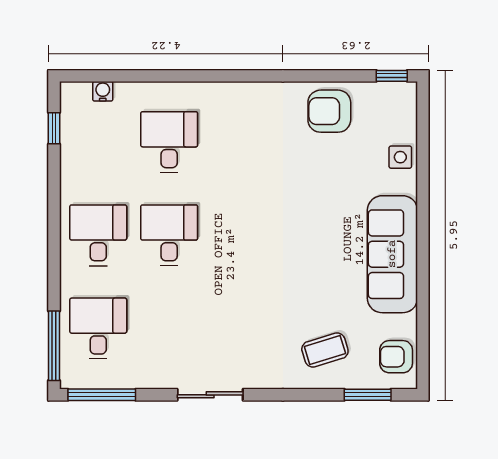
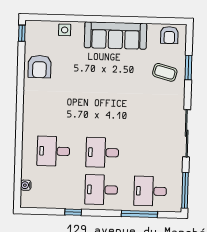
window: (54, 128) -> (73, 212), moved
window: (54, 346) -> (139, 214), moved
coffee table: (325, 350) -> (165, 72), turned -58
sliding door: (210, 395) -> (187, 133), width x1.37
window: (368, 395) -> (188, 68), moved

